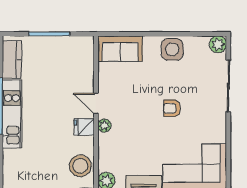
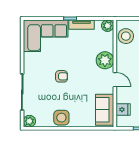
sofa: (120, 49) -> (105, 110), moved, turned -90
plant: (104, 126) -> (105, 60), width x1.87, depth x1.87
fridge: (84, 127) -> (123, 110), moved

